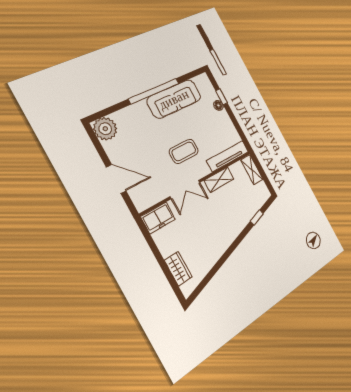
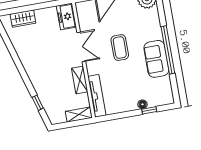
sofa: (174, 99) -> (156, 59), width x0.73
coffee table: (184, 151) -> (120, 48), moved
double door: (185, 189) -> (81, 47), swing flipped

